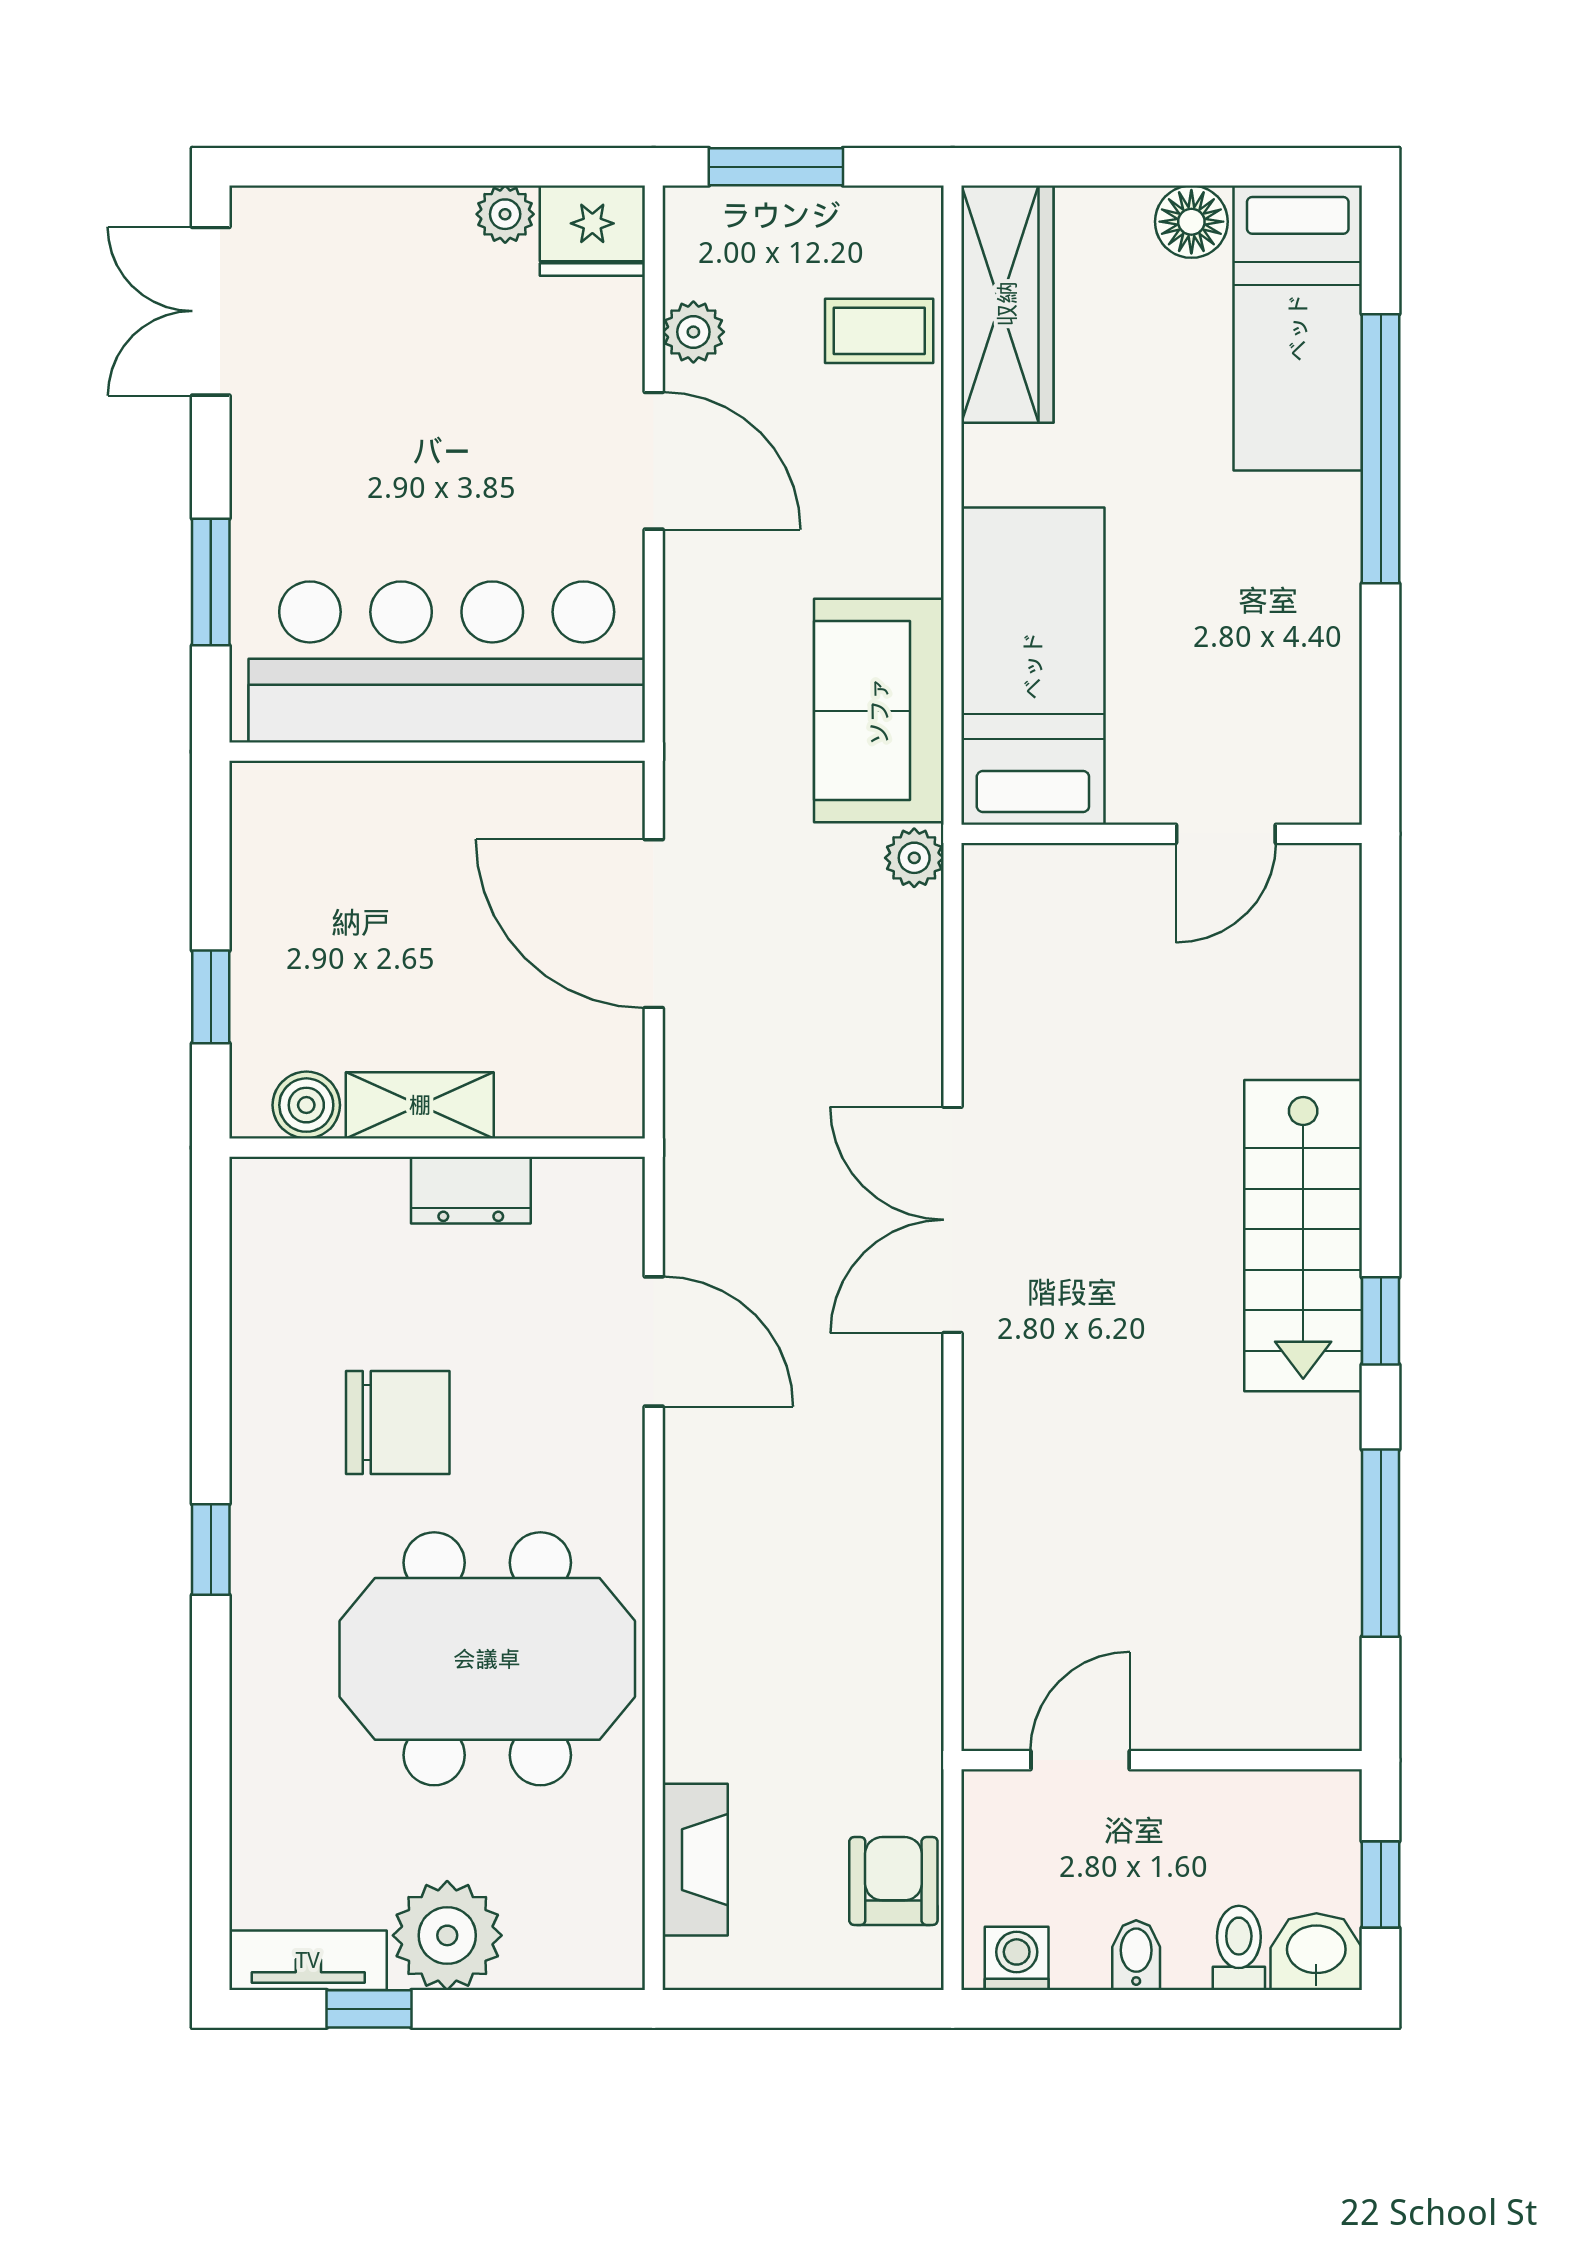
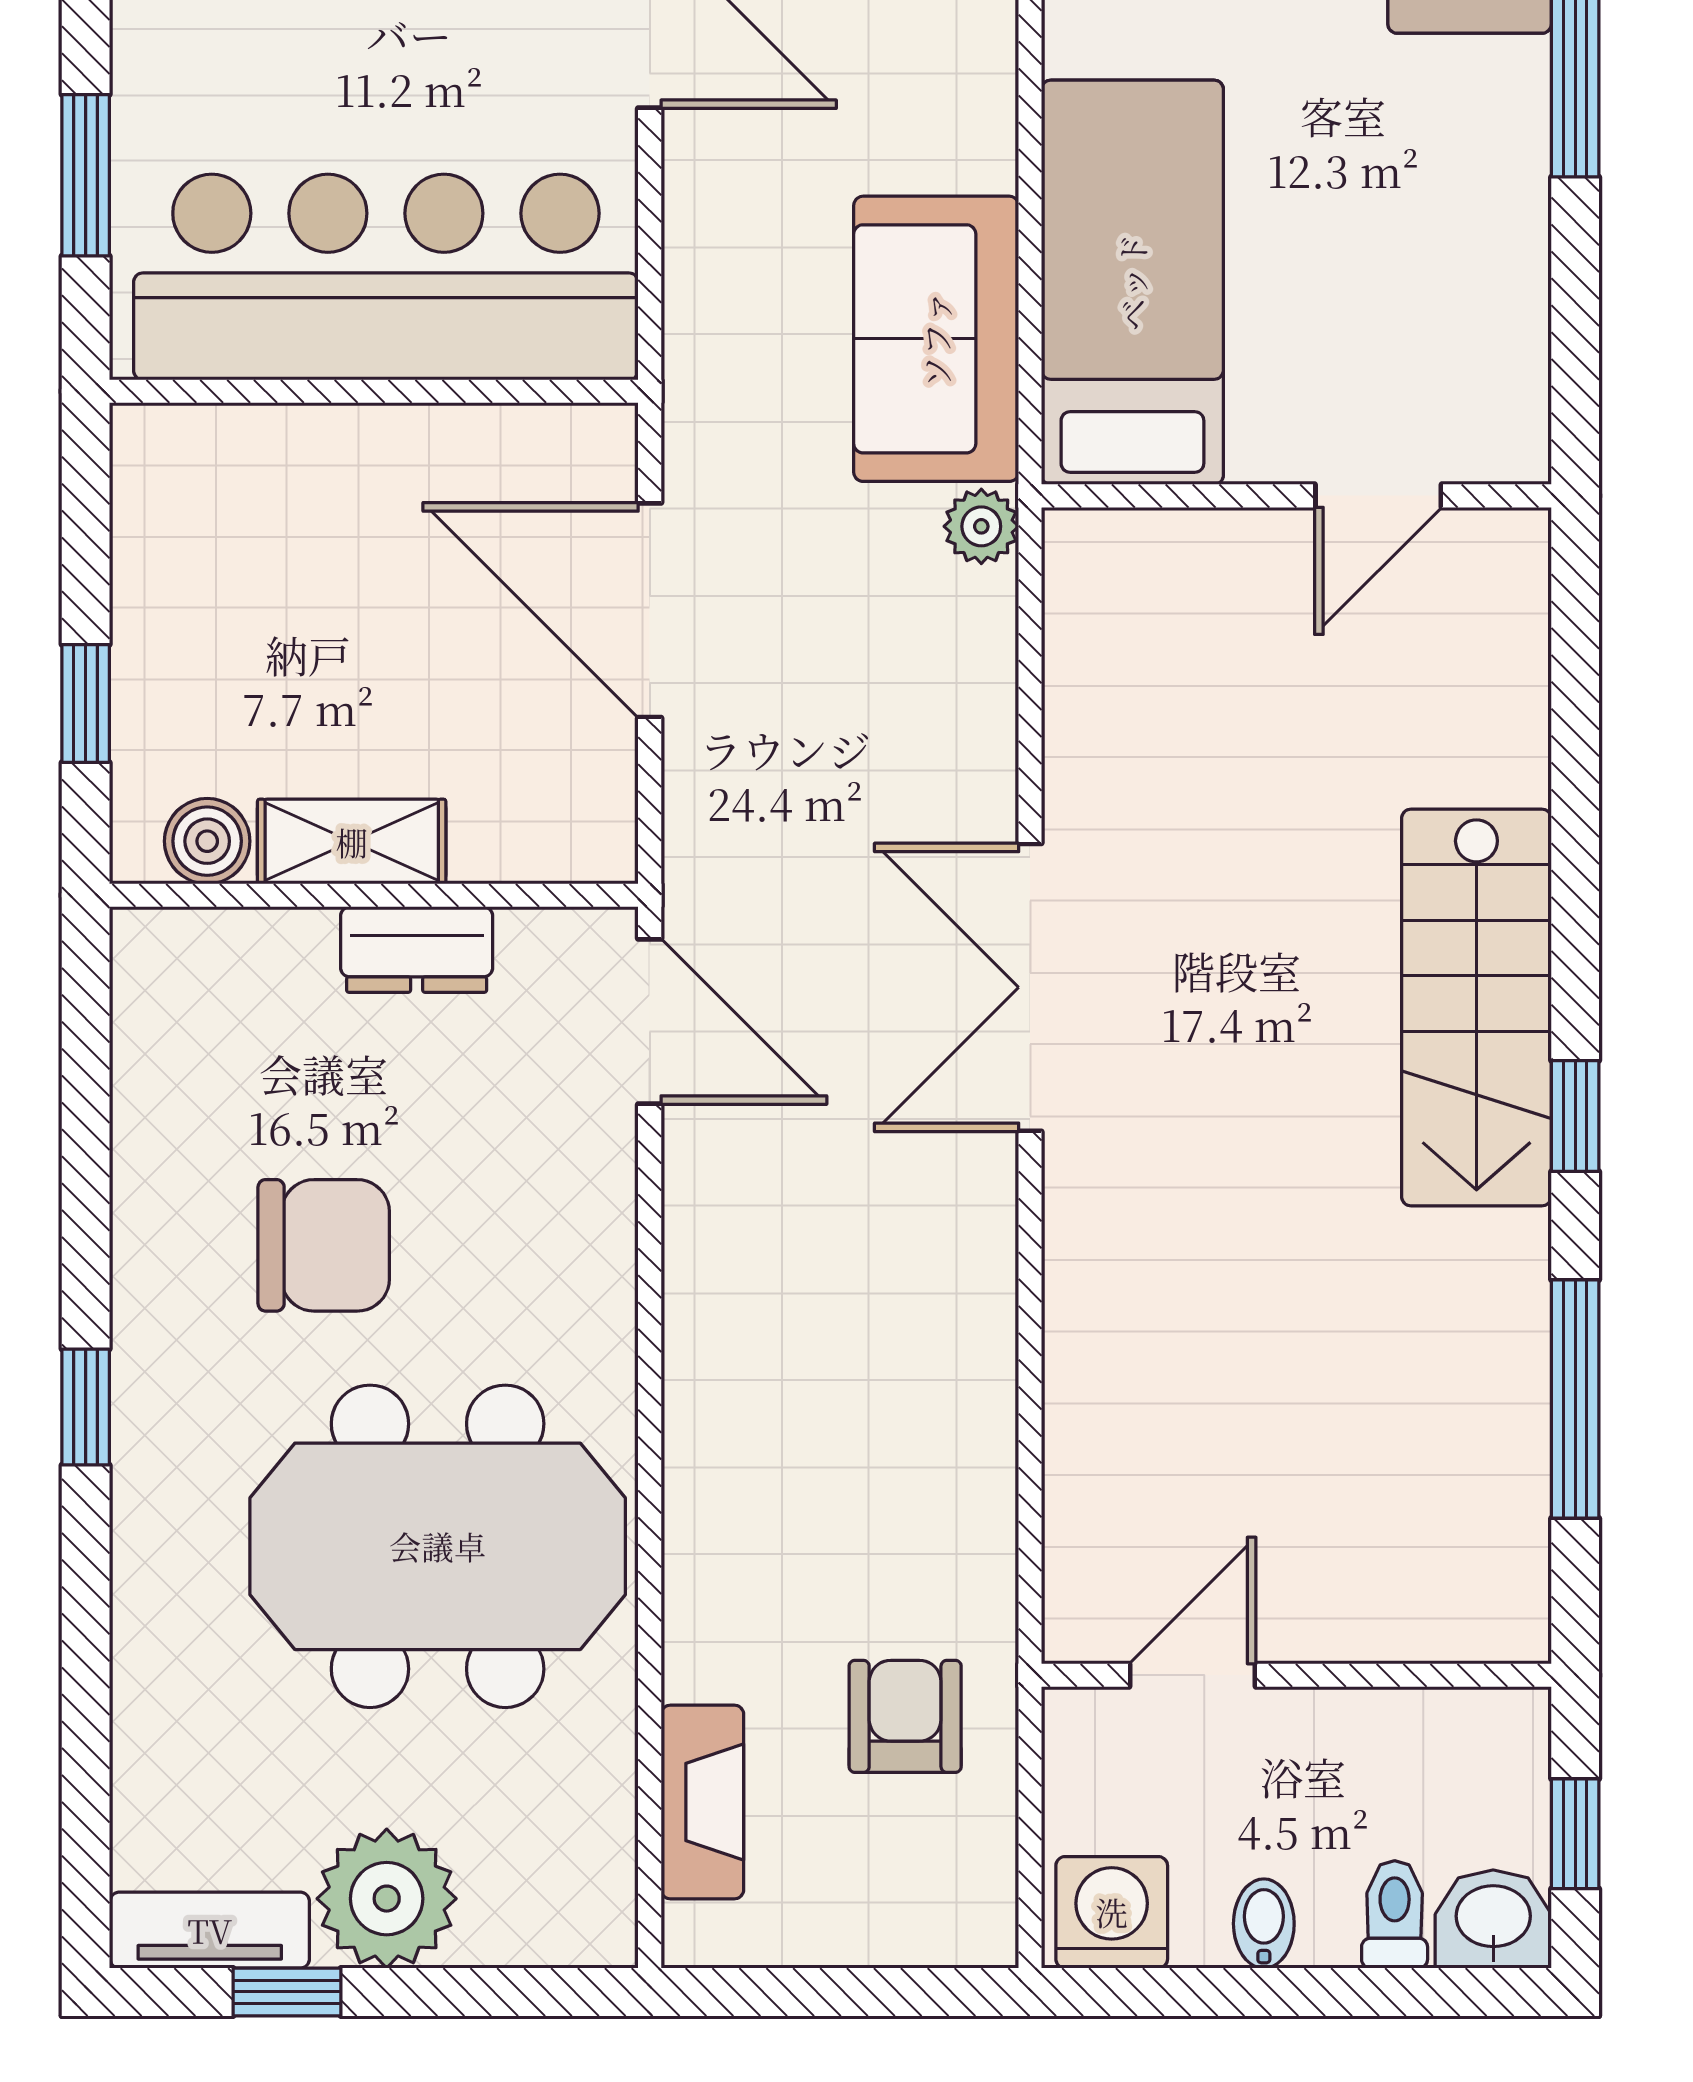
door: (654, 1341) -> (650, 1021), moved
armchair: (893, 1881) -> (905, 1716), moved
washing machine: (1017, 1958) -> (1112, 1912), width x1.38, depth x1.38

